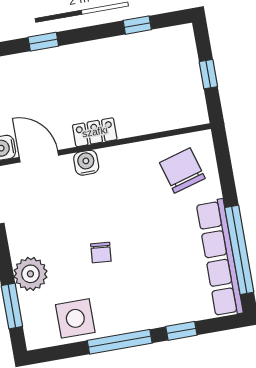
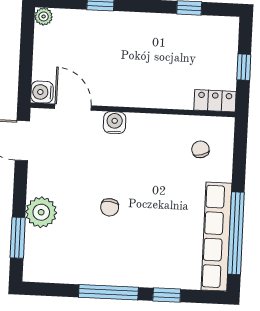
locker: (95, 132) -> (215, 101), moved
chair: (182, 170) -> (200, 149), width x0.54, depth x0.54
side table: (75, 318) -> (73, 262), removed

